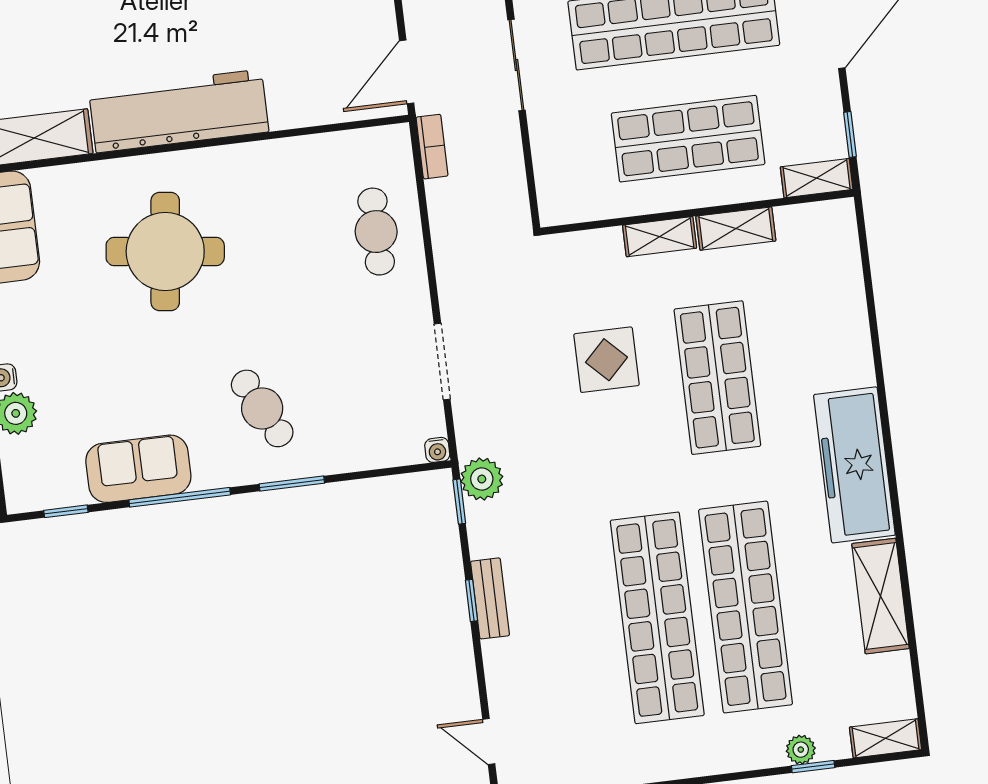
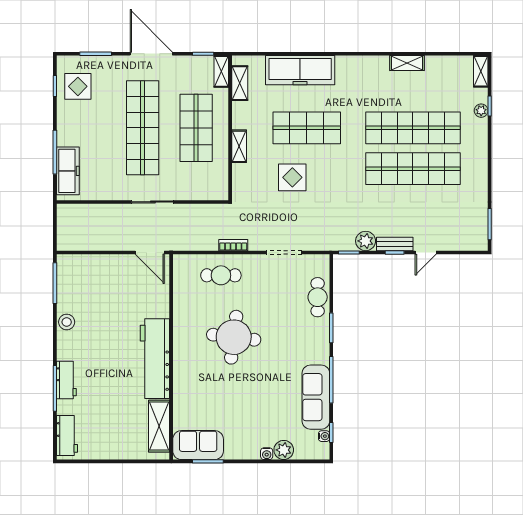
bookcase: (432, 147) -> (233, 245), moved
shelving: (736, 229) -> (240, 83), moved
round table: (165, 252) -> (234, 337), moved
cafe table: (262, 408) -> (318, 297), moved, turned -63
water cooler: (437, 450) -> (324, 436), moved
freezer: (854, 465) -> (300, 70), moved
sofa: (138, 469) -> (316, 397), width x1.36
plant: (482, 479) -> (366, 241), moved
shelving: (881, 596) -> (407, 63), width x0.67, depth x0.75
door: (489, 742) -> (426, 252), moved

